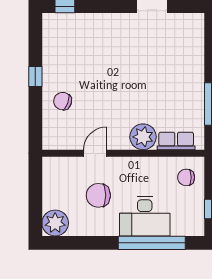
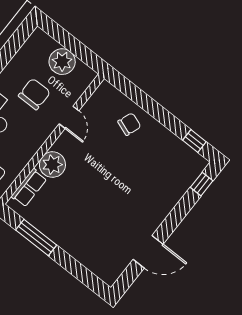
window: (35, 76) -> (194, 141), moved
plant: (55, 223) -> (62, 62), moved

